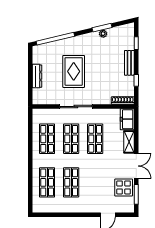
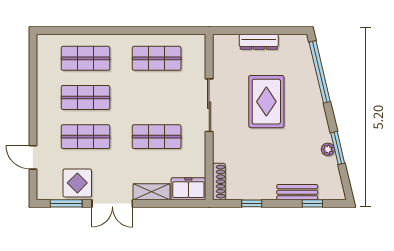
bench: (129, 63) -> (297, 192), moved
rug: (74, 71) -> (266, 102), turned 90
shop shelf: (71, 139) -> (86, 137), moved

